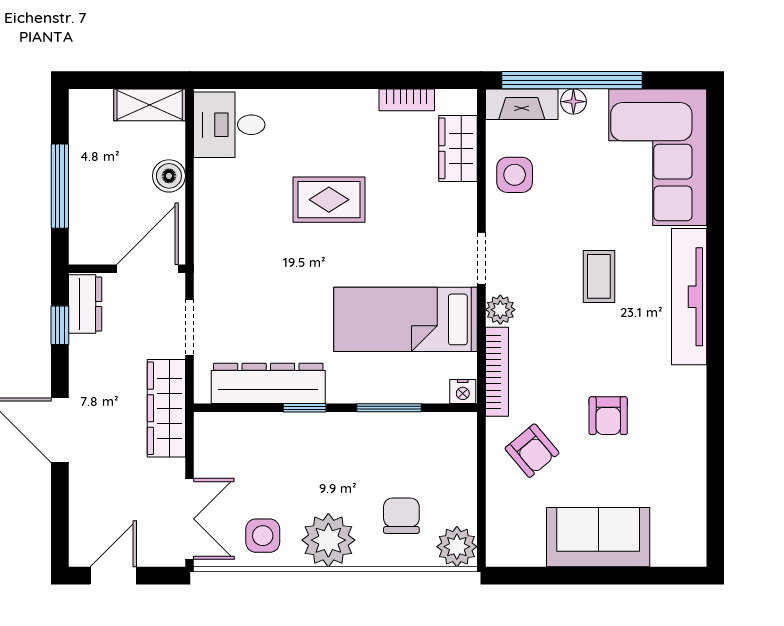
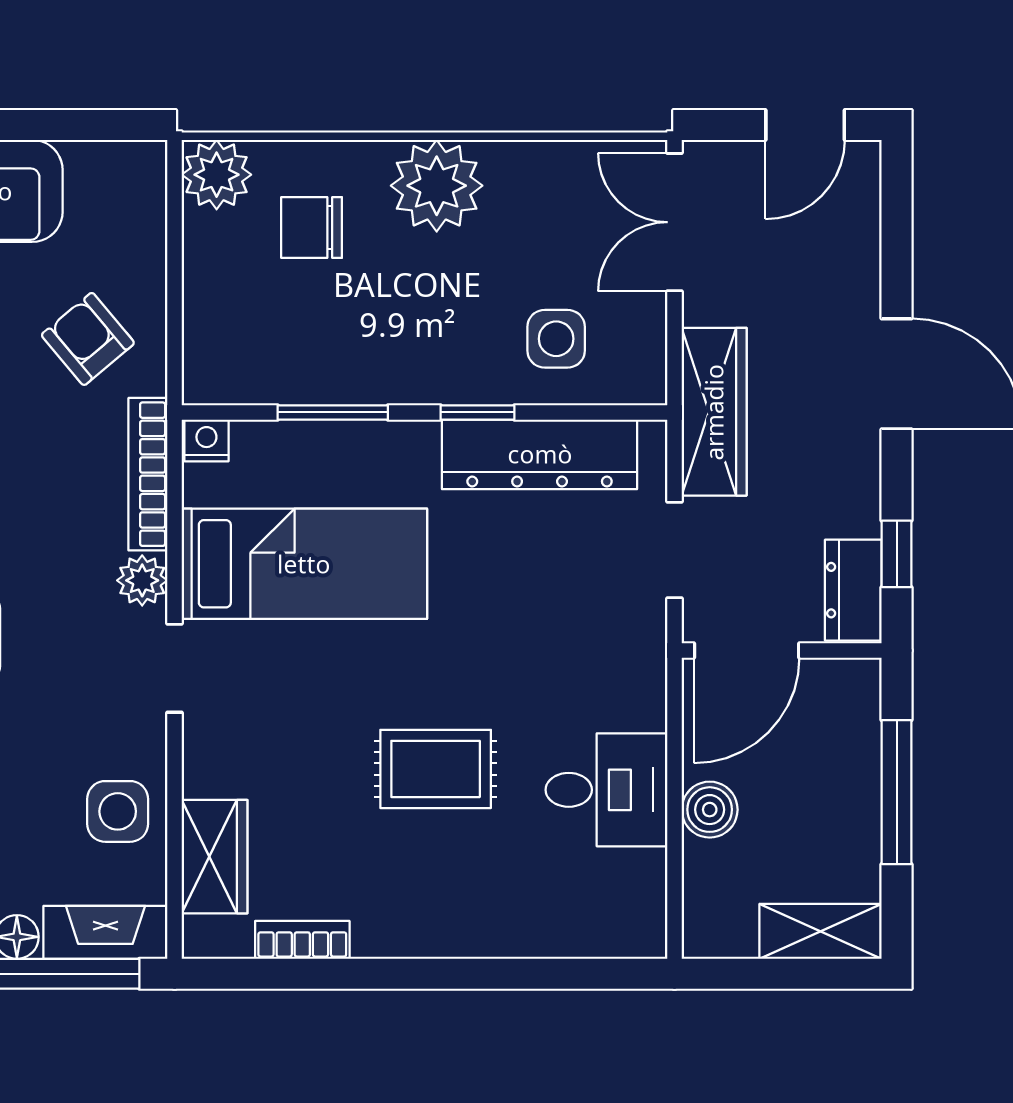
shelving: (150, 105) -> (821, 931), moved
desk: (229, 125) -> (606, 790), moved
chair: (401, 516) -> (312, 228), turned 90
side table: (263, 536) -> (556, 339), moved

